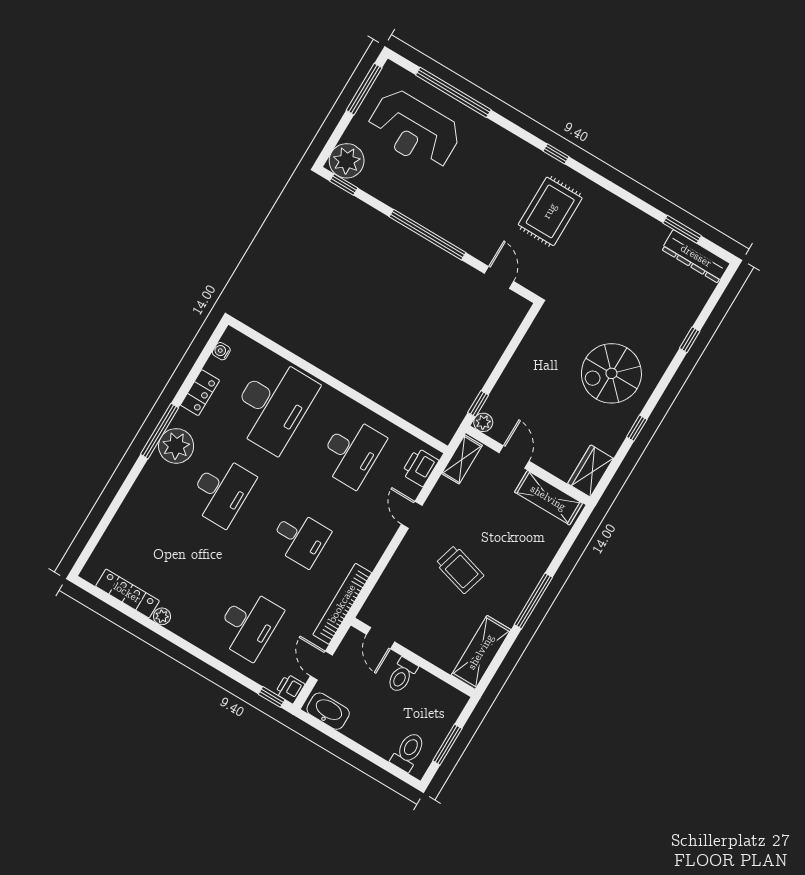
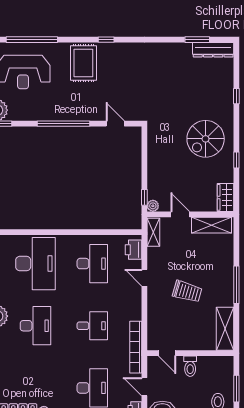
rug: (550, 211) -> (83, 63), moved

